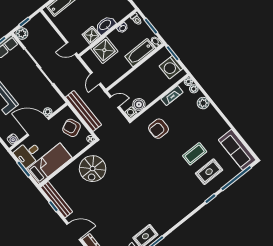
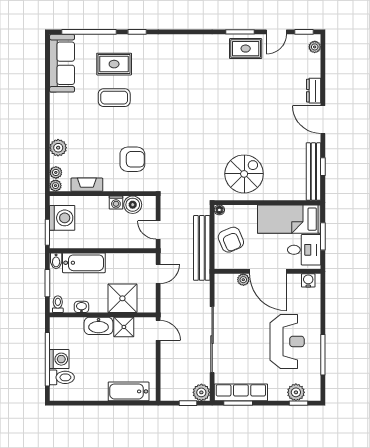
washing machine: (131, 113) -> (116, 203), moved

